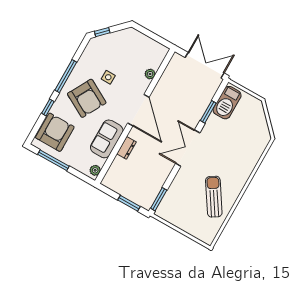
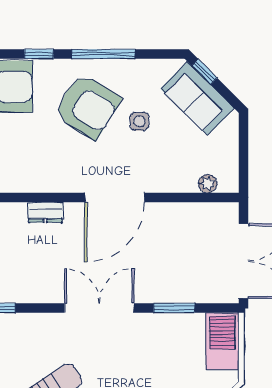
plant: (150, 74) -> (208, 184), moved
armchair: (87, 98) -> (87, 106), turned -87
barbecue: (227, 103) -> (222, 341), moved, turned 90
sofa: (107, 139) -> (197, 98), moved, turned -135

